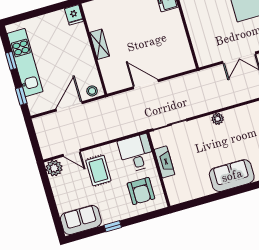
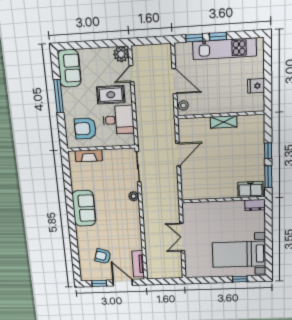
fridge: (74, 15) -> (256, 86), moved
window: (11, 61) -> (218, 36), moved
plant: (218, 119) -> (134, 196), moved
desk: (136, 153) -> (118, 120), moved
fireplace: (164, 162) -> (89, 156), moved
window: (113, 226) -> (59, 96), width x2.17

